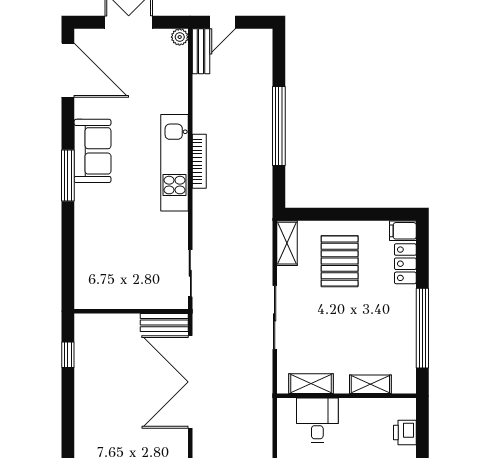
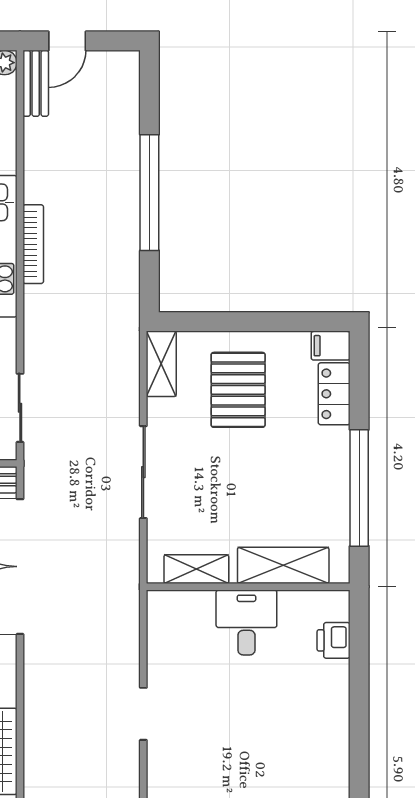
shelving: (370, 384) -> (283, 565), width x1.50, depth x1.33
desk: (317, 420) -> (246, 622), moved

